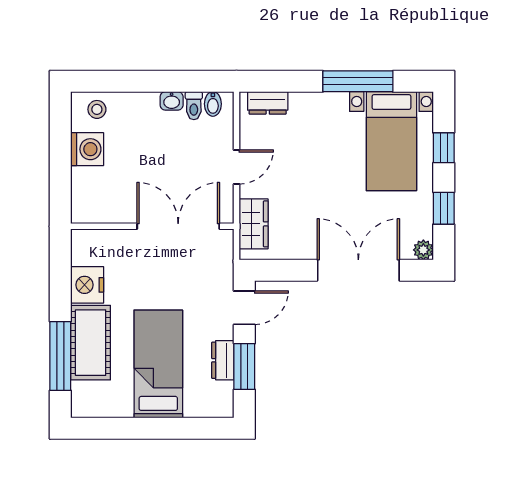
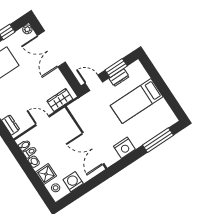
shower: (134, 108) -> (46, 174), added
double door: (178, 226) -> (93, 148), moved
cot: (91, 343) -> (145, 132), removed

